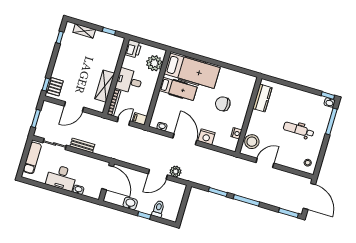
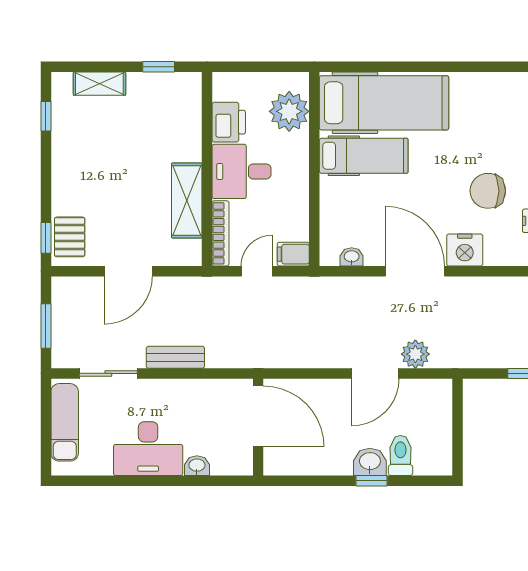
printer: (133, 49) -> (229, 122), moved
chair: (223, 104) -> (488, 191), moved
washbasin: (130, 203) -> (370, 462), moved

